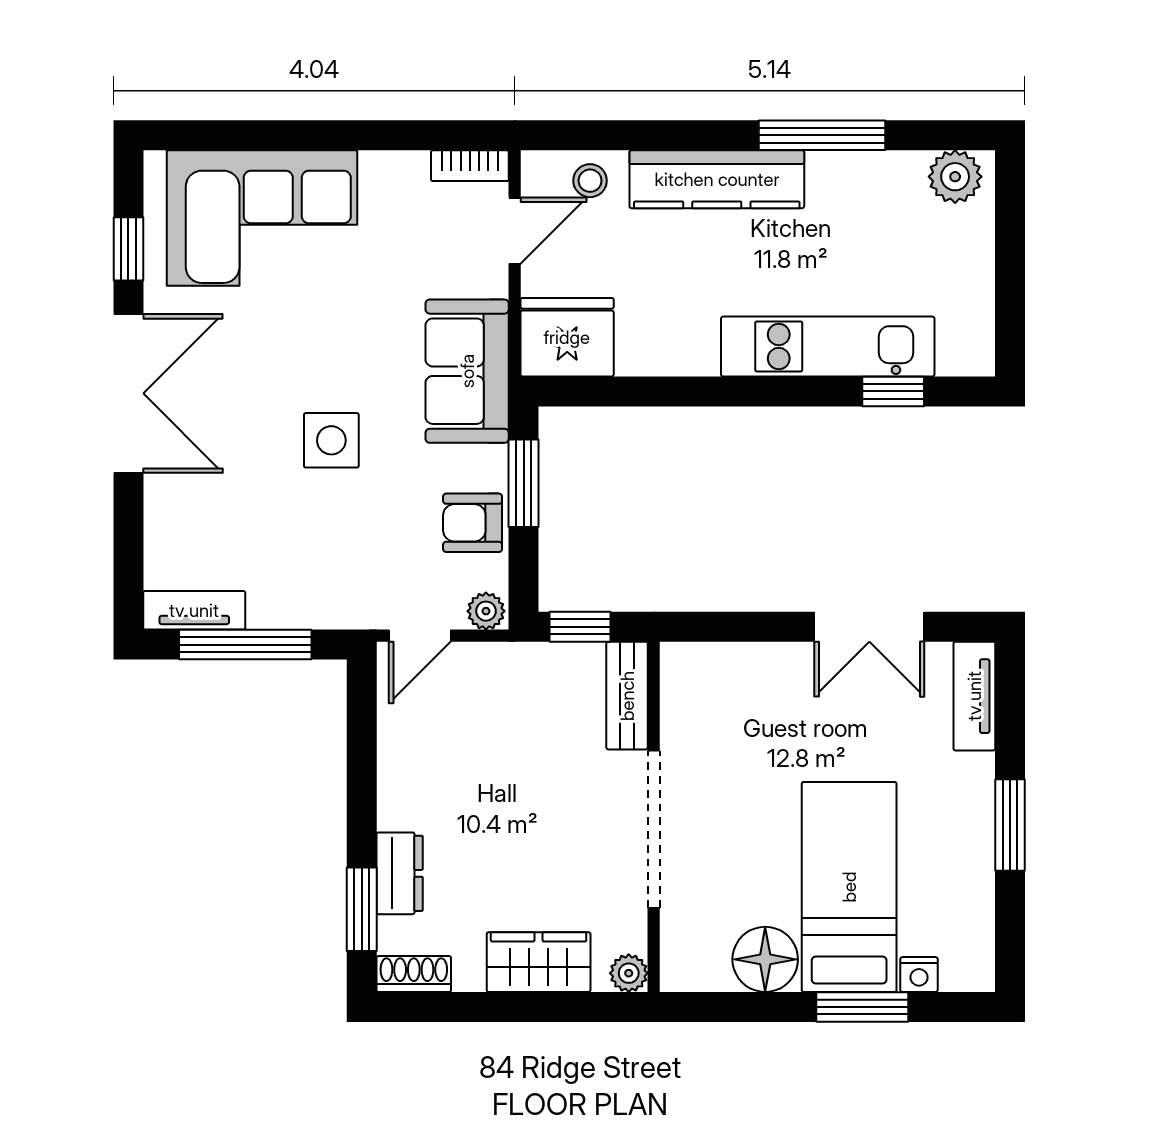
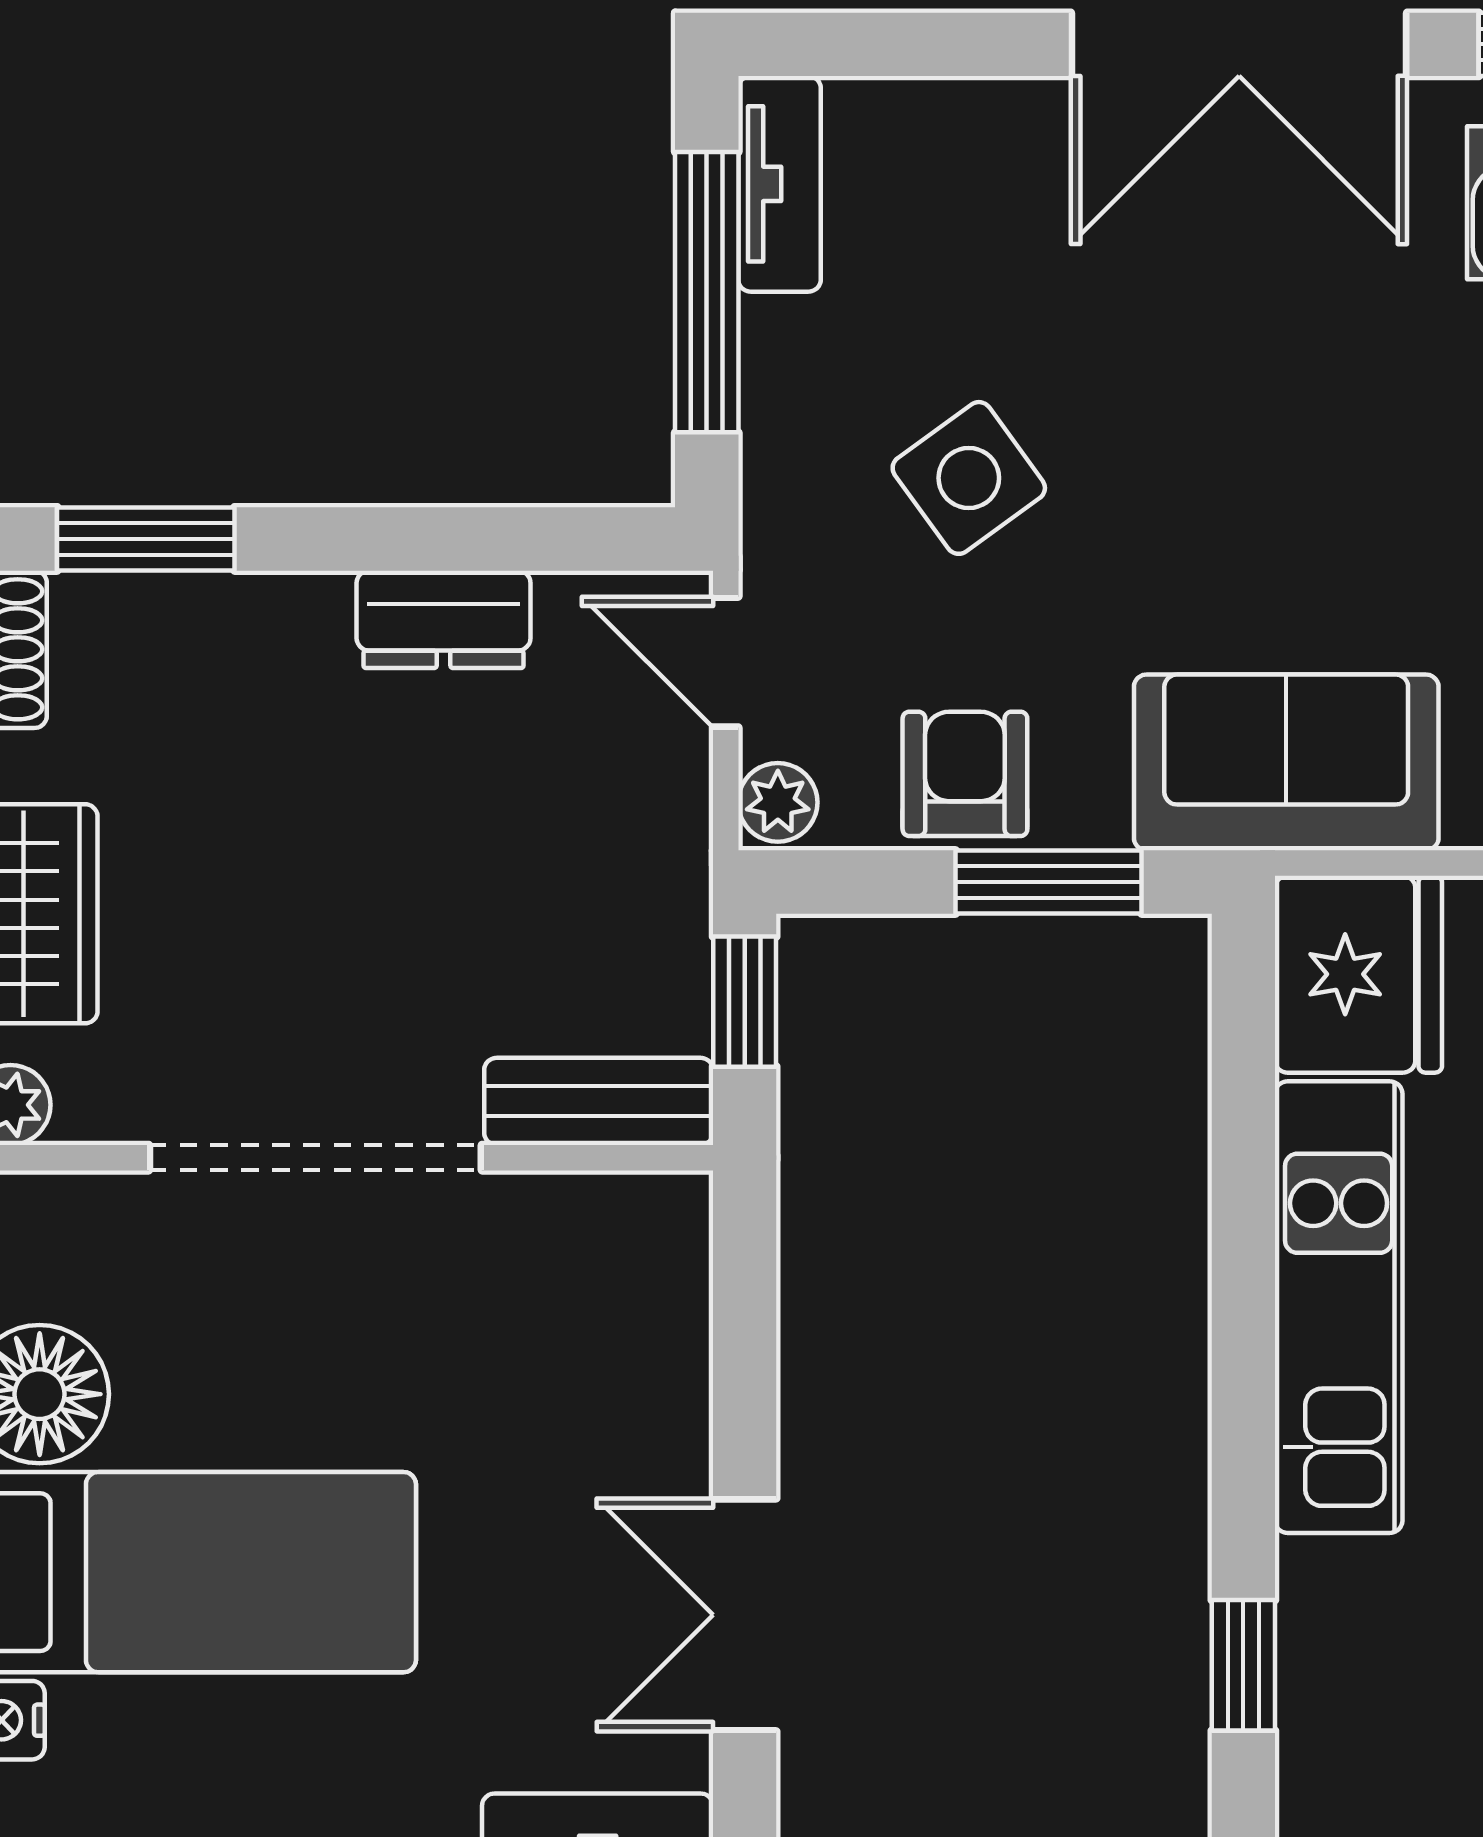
kitchen unit: (828, 346) -> (1339, 1307), moved
side table: (331, 440) -> (969, 478), moved, turned -36
dresser: (400, 873) -> (444, 619), moved

